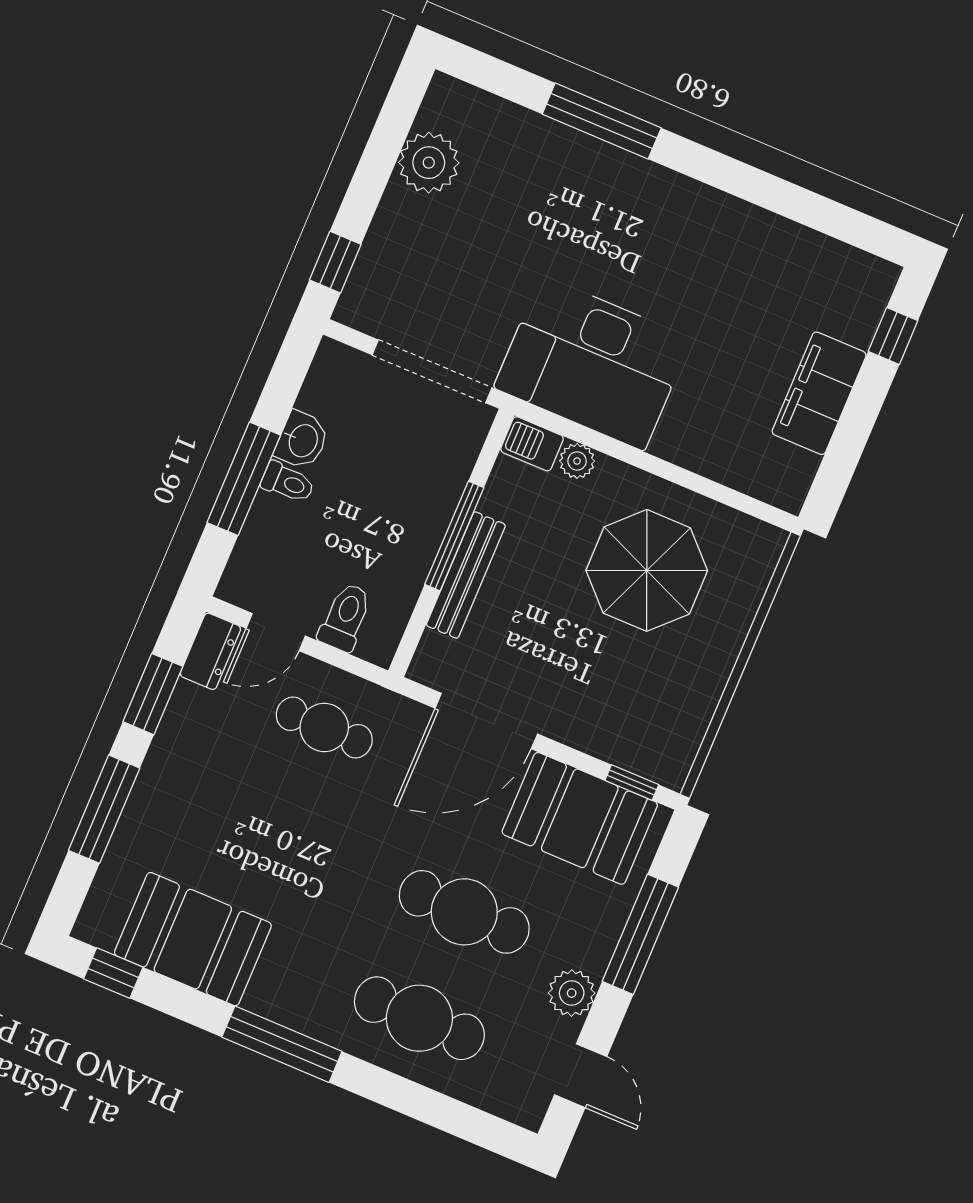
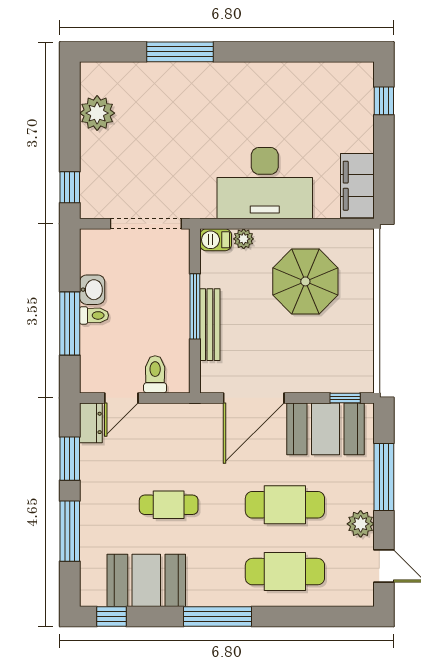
desk: (593, 363) -> (265, 183), moved
filing cabinet: (819, 393) -> (357, 186), moved
cafe table: (324, 727) -> (169, 505), moved

